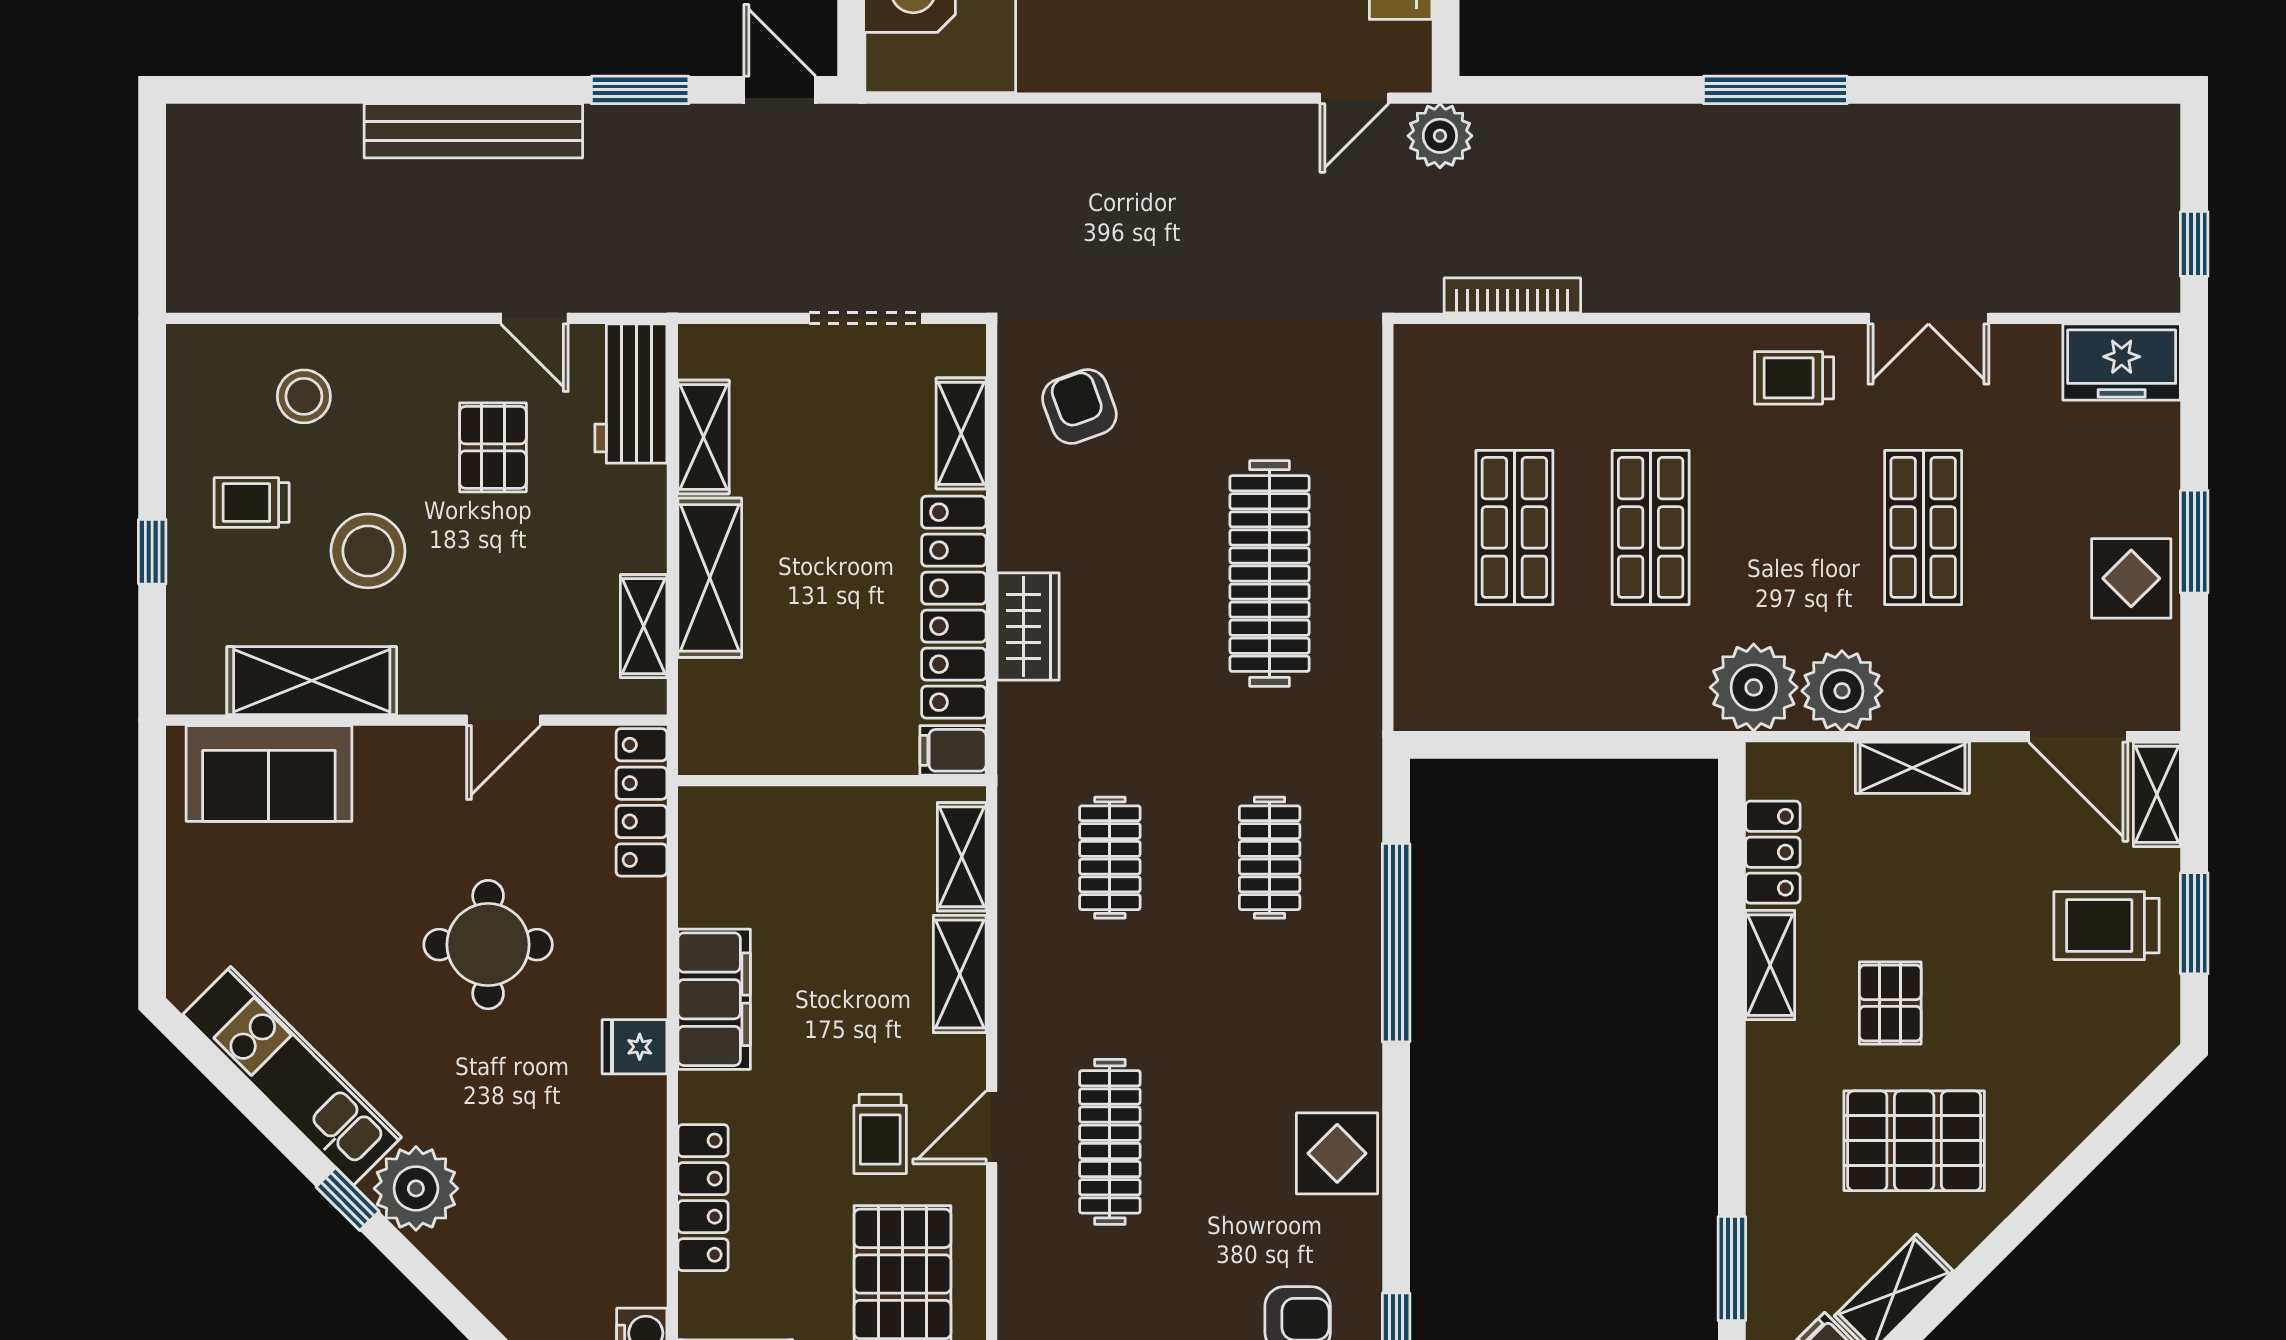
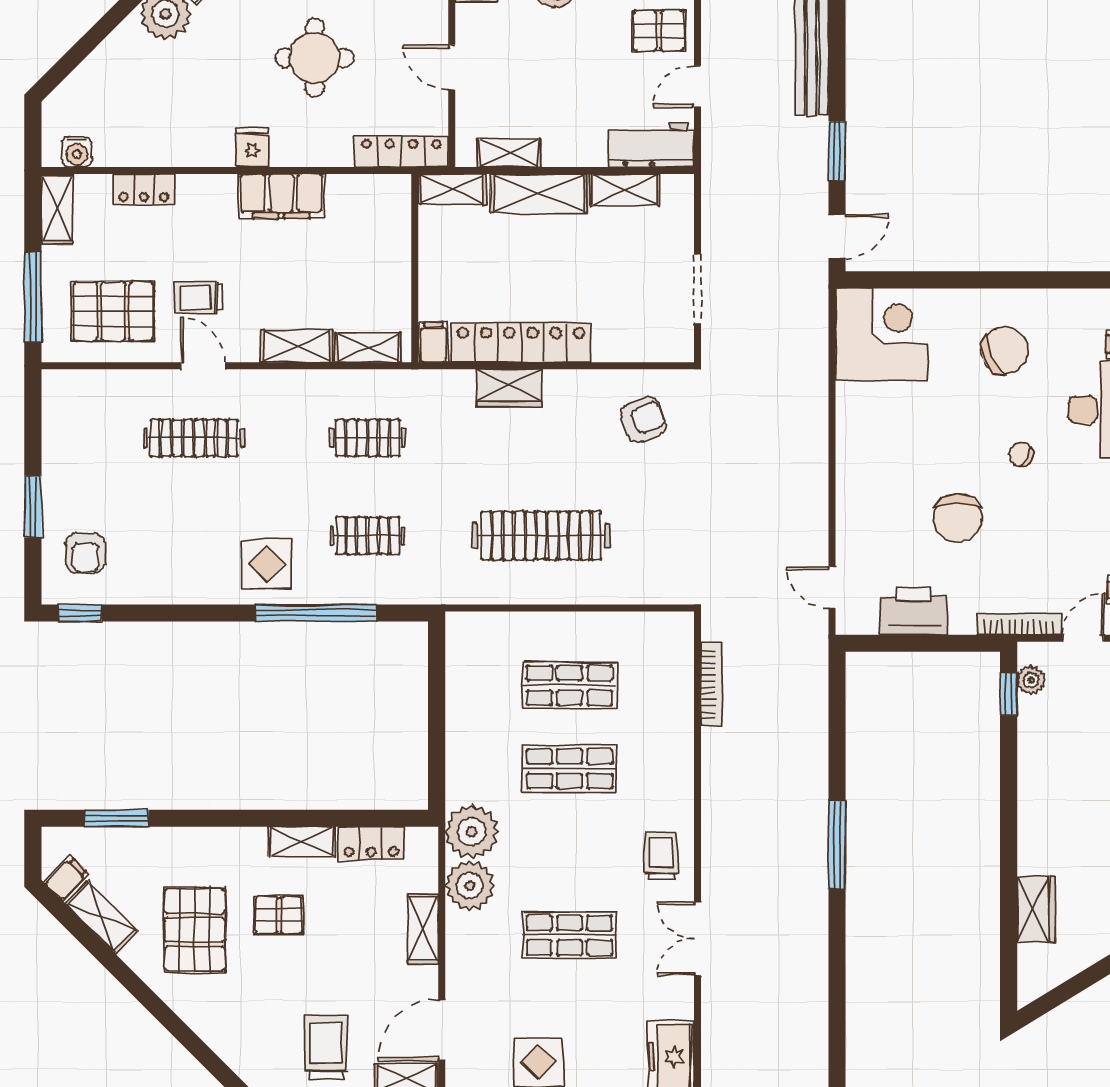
plant: (1440, 136) -> (809, 640), removed
shelving: (961, 433) -> (452, 189), moved
pallet: (493, 447) -> (659, 31), moved
display table: (1337, 1153) -> (267, 564), moved
locker: (703, 1198) -> (144, 189), width x0.66

